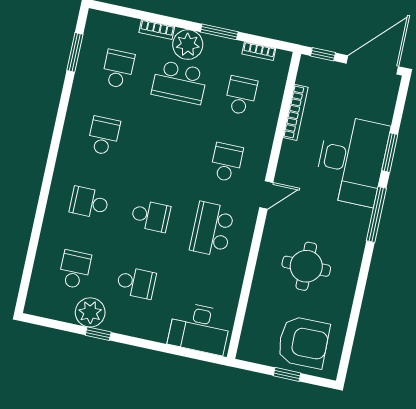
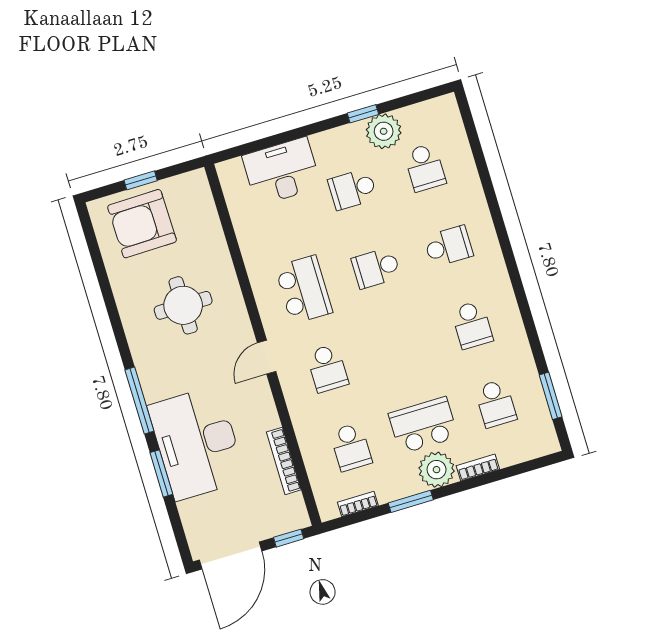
desk: (199, 328) -> (282, 171), moved

